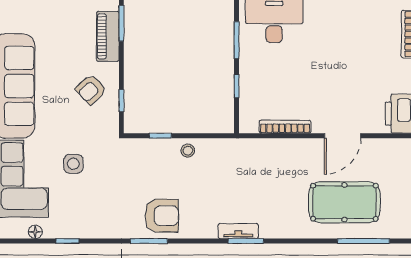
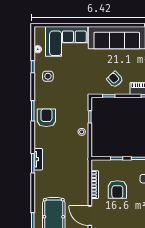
armchair: (294, 85) -> (117, 189), added
side table: (73, 164) -> (48, 76), moved
armchair: (162, 216) -> (46, 118), turned 180

